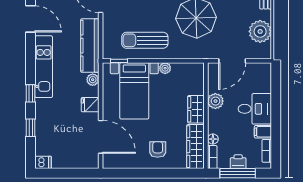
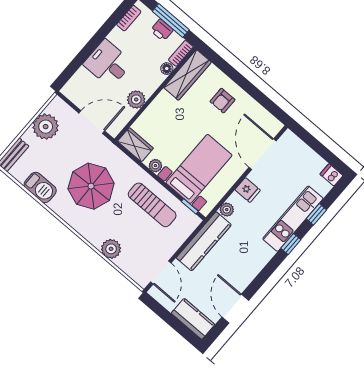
kitchen unit: (44, 67) -> (293, 219), moved
wardrobe: (196, 109) -> (135, 145), moved, turned -90
filing cabinet: (263, 132) -> (118, 38), removed

